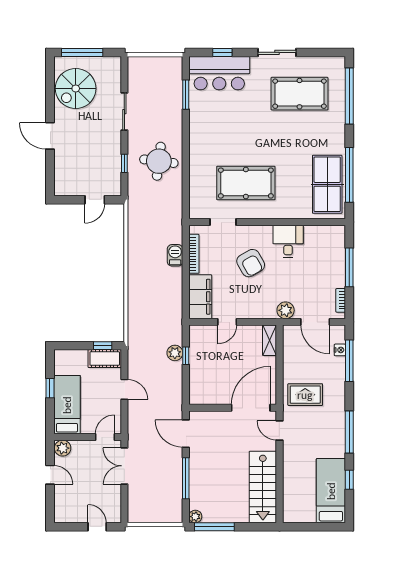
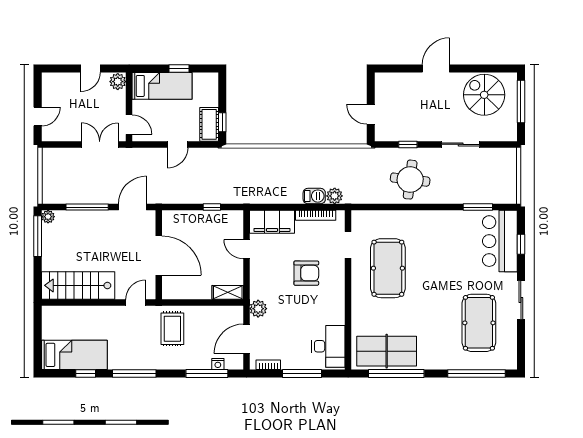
desk: (288, 241) -> (328, 346), moved, width x1.37
armchair: (251, 263) -> (306, 273), turned -150
plant: (175, 353) -> (335, 196), moved
door: (251, 408) -> (159, 256), moved

